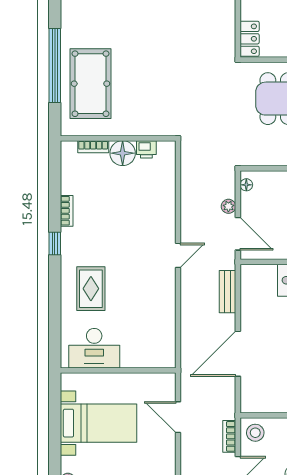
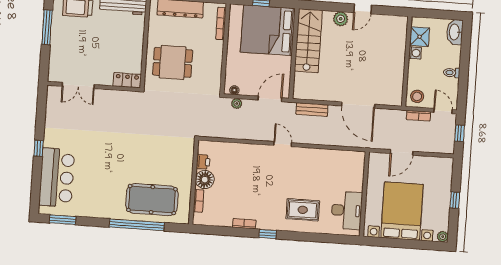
plant: (228, 206) -> (237, 104), moved
bed with nightstands: (99, 423) -> (402, 211), width x1.36

